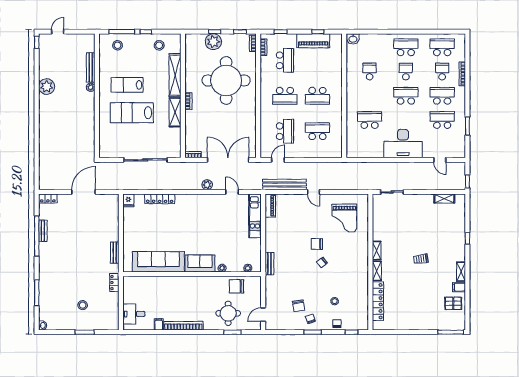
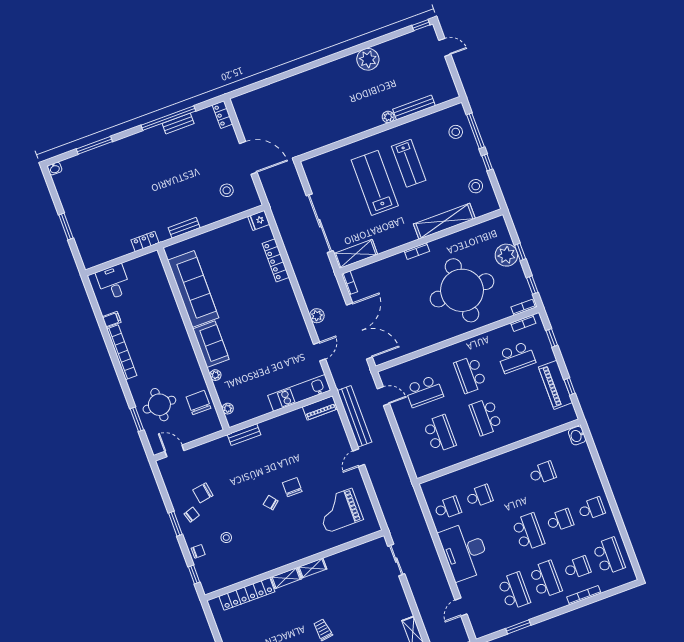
school desk: (406, 47) -> (591, 509), width x0.54
lab bench: (127, 85) -> (409, 163), turned 180
shelving: (175, 112) -> (356, 254), moved
school desk: (370, 120) -> (479, 496), width x0.54
school desk: (370, 144) -> (448, 508), added
stool: (83, 305) -> (227, 190), moved

